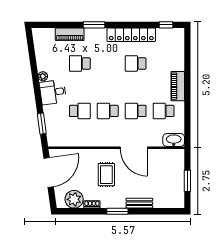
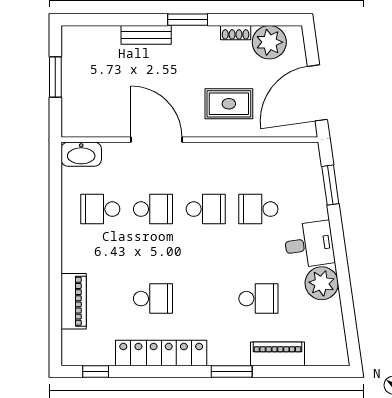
plant: (43, 76) -> (322, 283), width x1.88, depth x1.88
piano: (178, 86) -> (74, 301), moved
school desk: (164, 111) -> (100, 209), turned 180
rug: (106, 175) -> (229, 104), moved, turned 90

